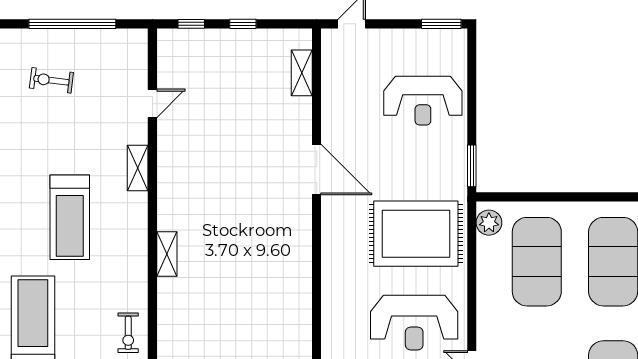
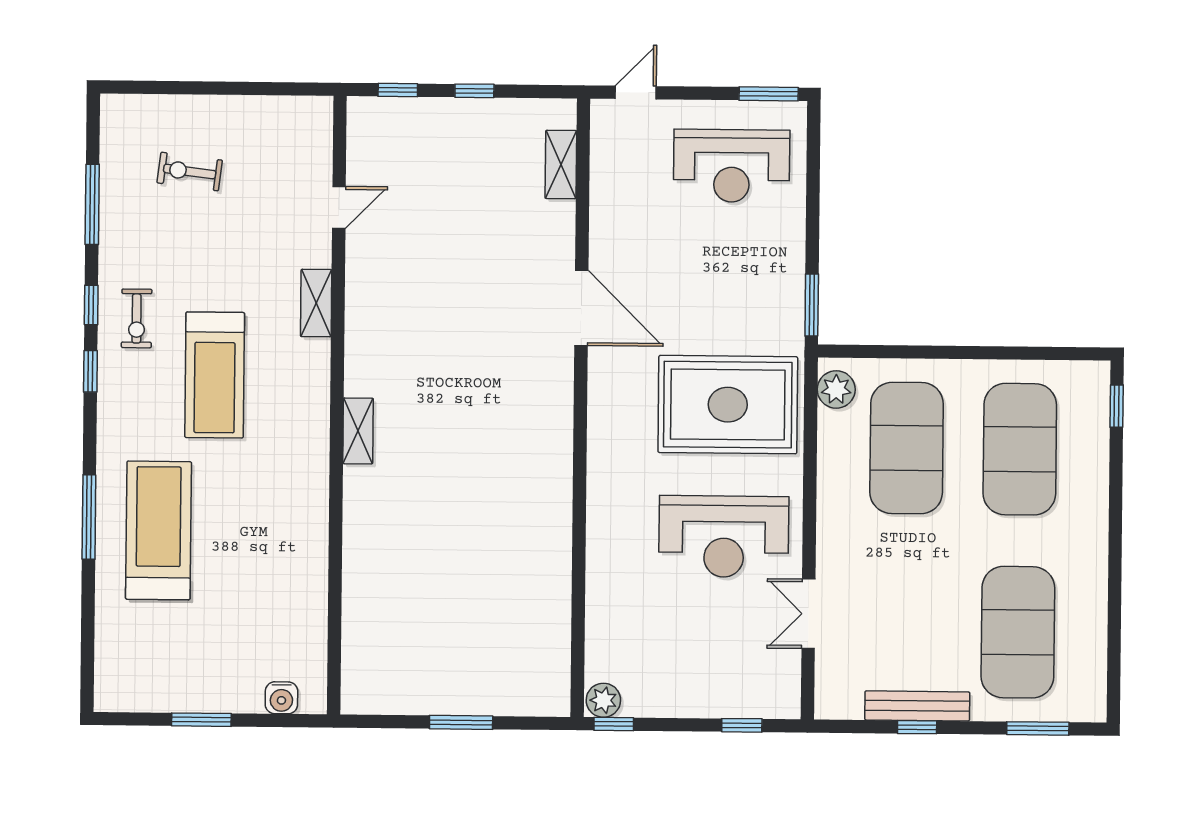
window: (72, 24) -> (222, 88), removed
reception desk: (423, 101) -> (732, 166), moved
exercise bike: (128, 333) -> (137, 318), moved

